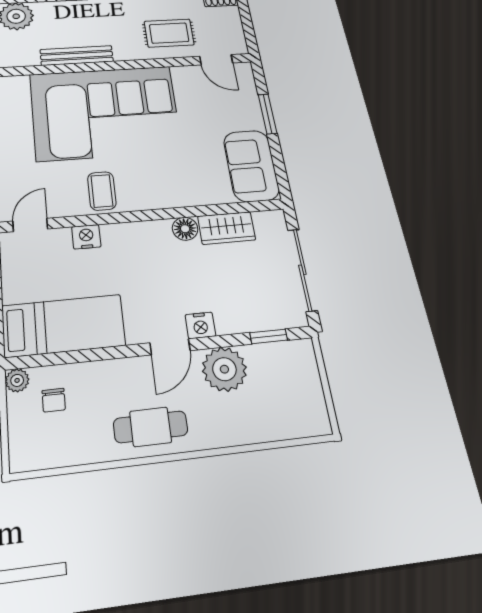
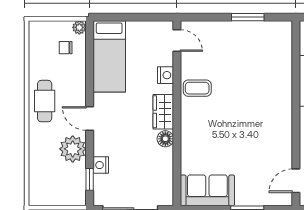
corner sofa: (105, 112) -> (257, 96), removed
wardrobe: (227, 228) -> (163, 112), moved
nightstand: (200, 325) -> (101, 165), moved

